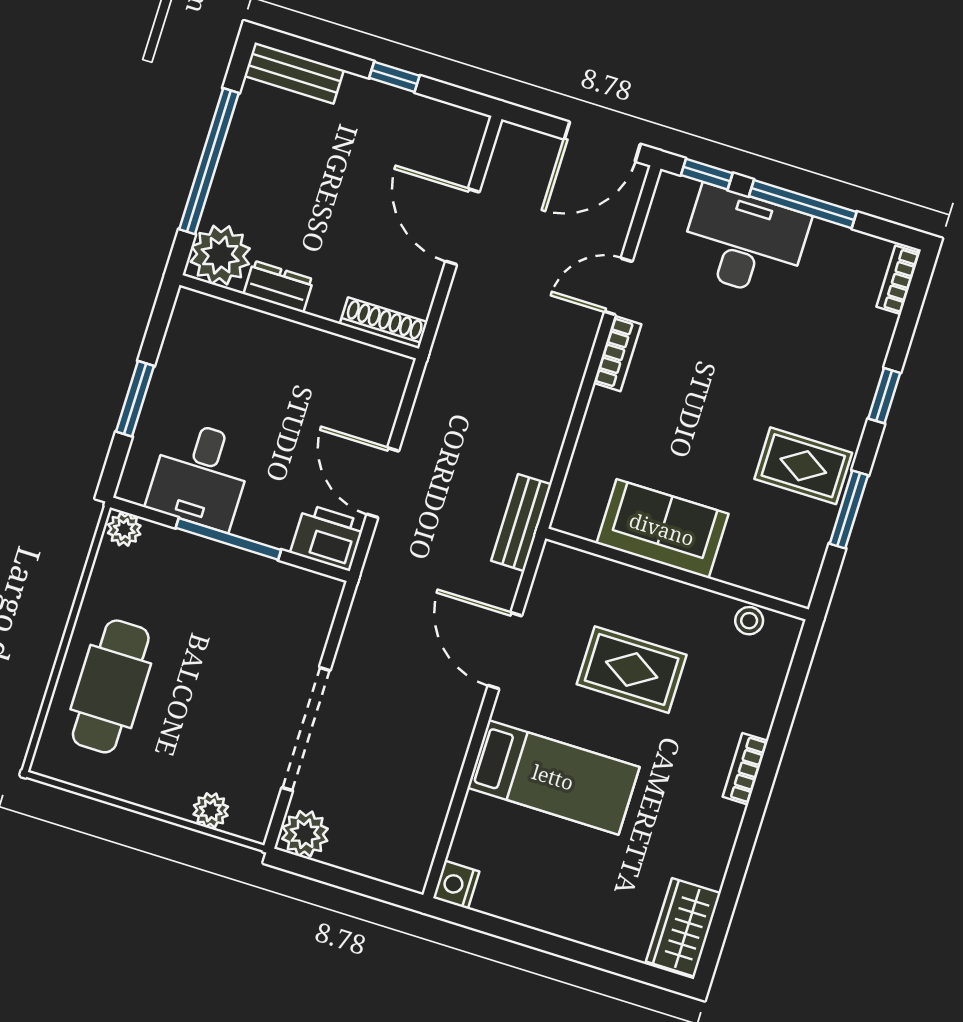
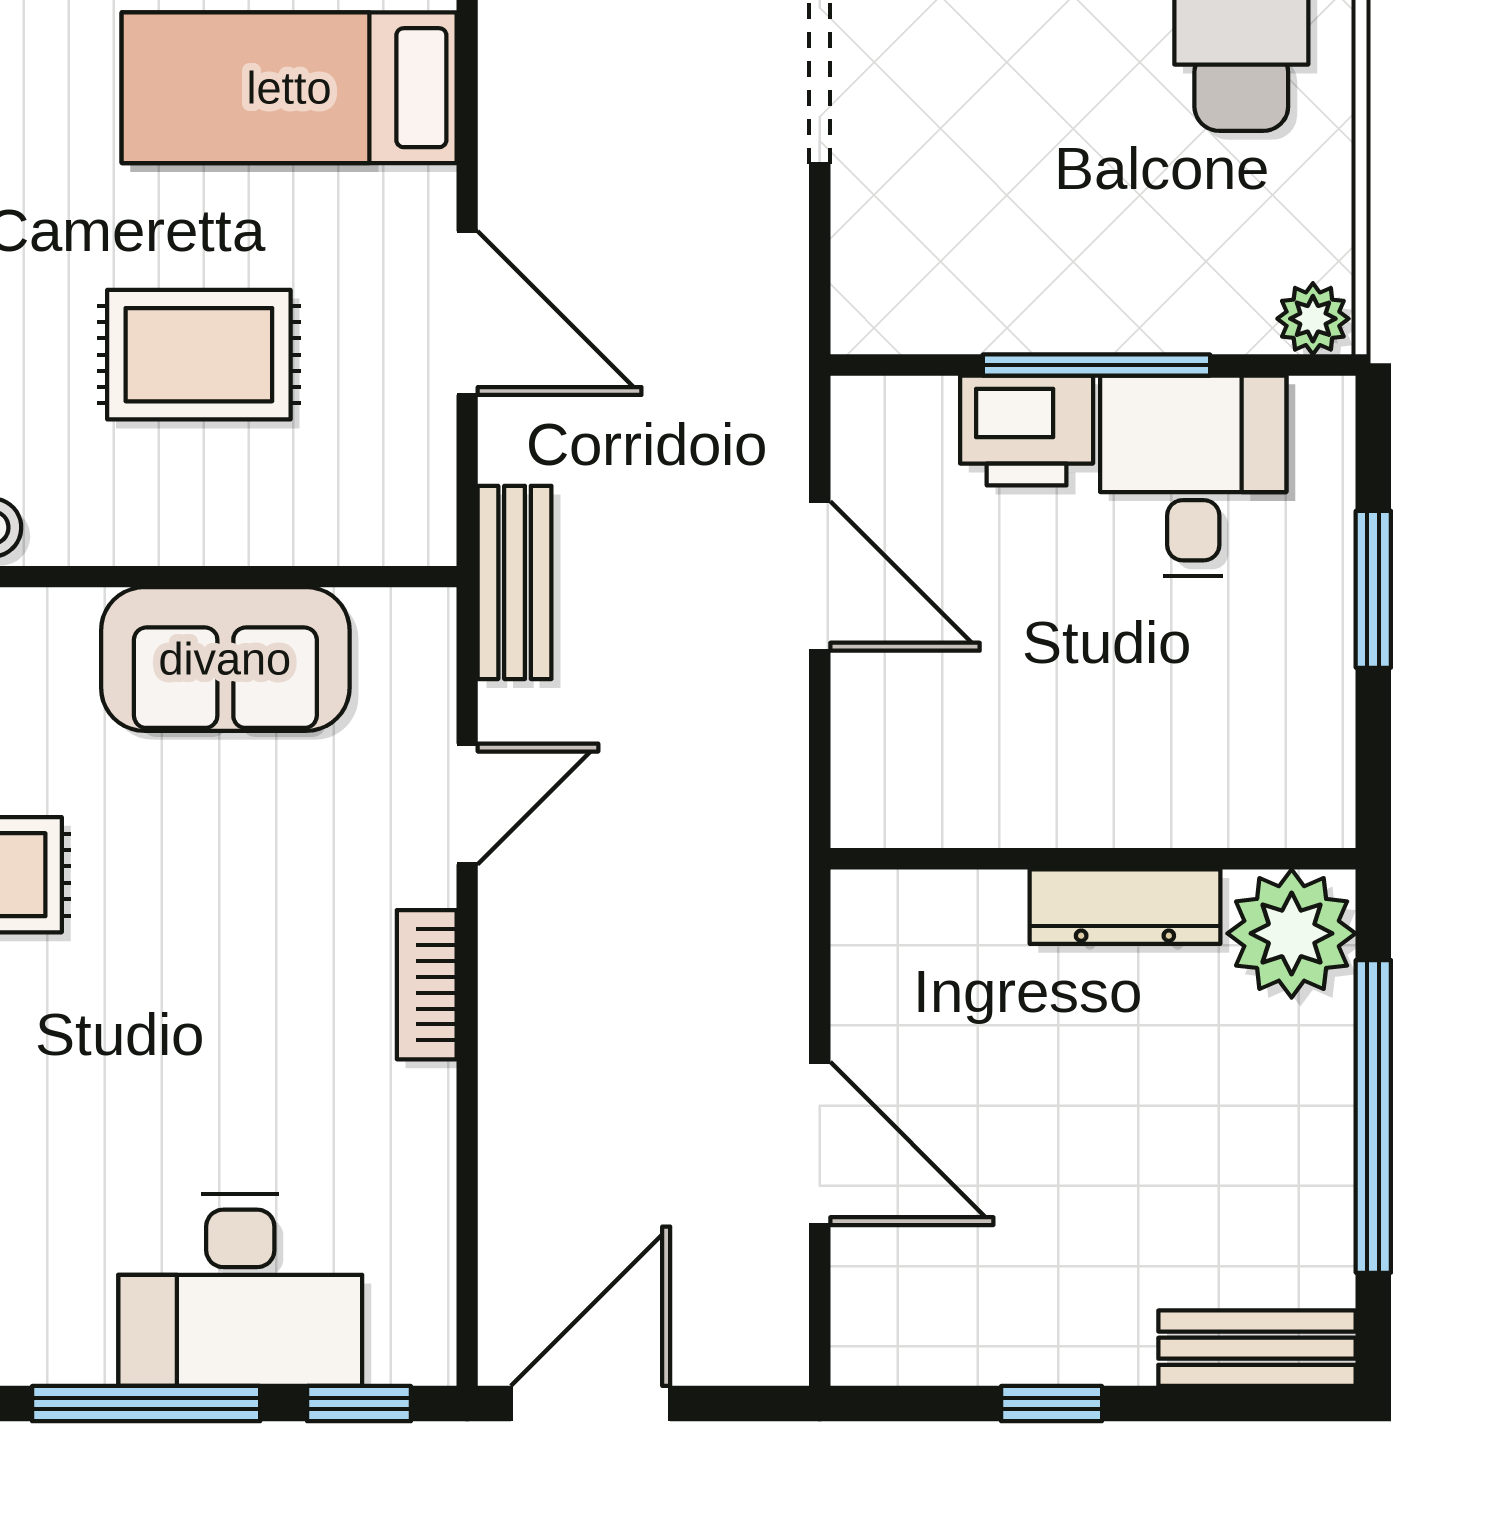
door: (618, 286) -> (467, 804), moved
dresser: (278, 287) -> (1125, 907), width x1.44
shoe rack: (384, 323) -> (918, 899), removed
printer: (328, 537) -> (1027, 431), moved

